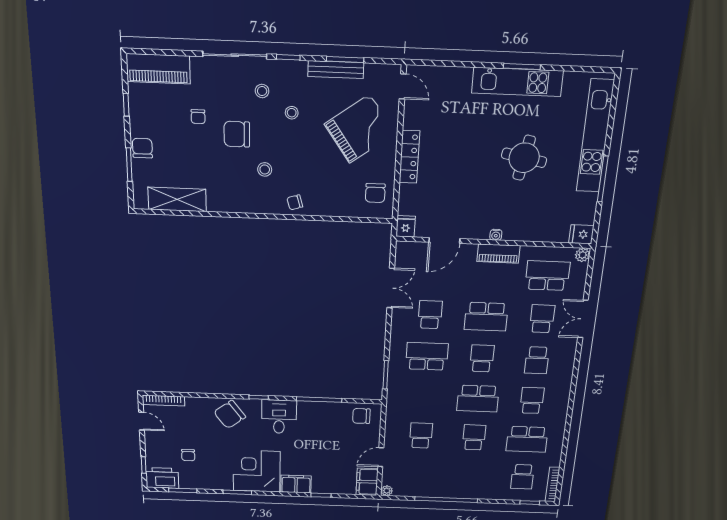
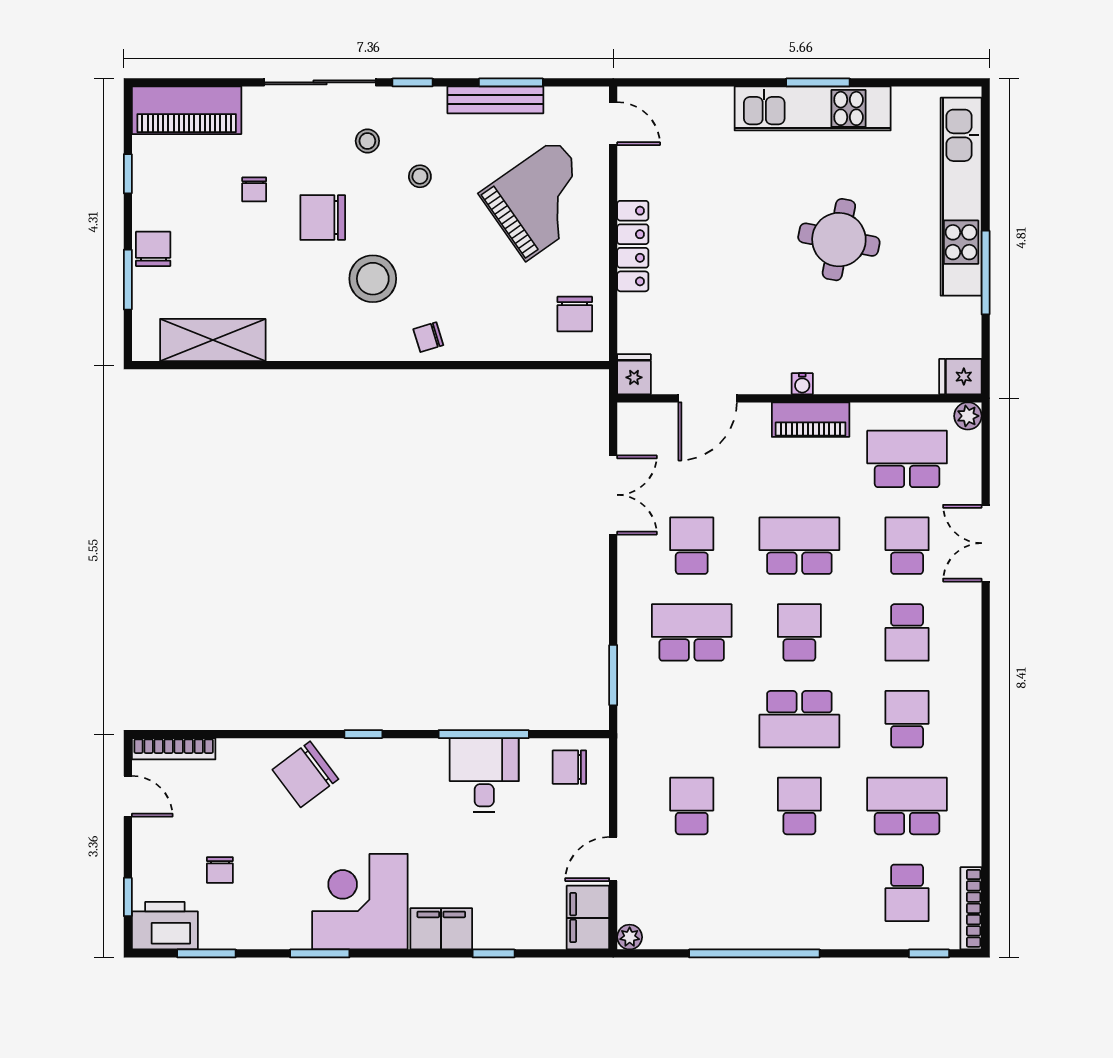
stool: (265, 169) -> (373, 279), width x1.89, depth x1.89
school desk: (486, 317) -> (799, 546), turned 180
desk: (279, 417) -> (484, 775), moved
school desk: (527, 439) -> (907, 806), turned 180

